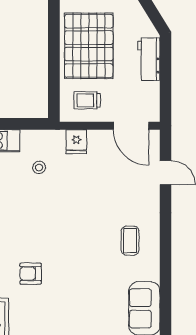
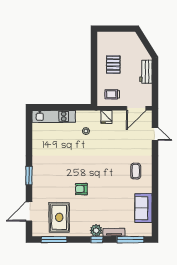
pallet: (89, 46) -> (113, 65), width x0.49, depth x0.50
door: (131, 126) -> (136, 108), hinge flipped

